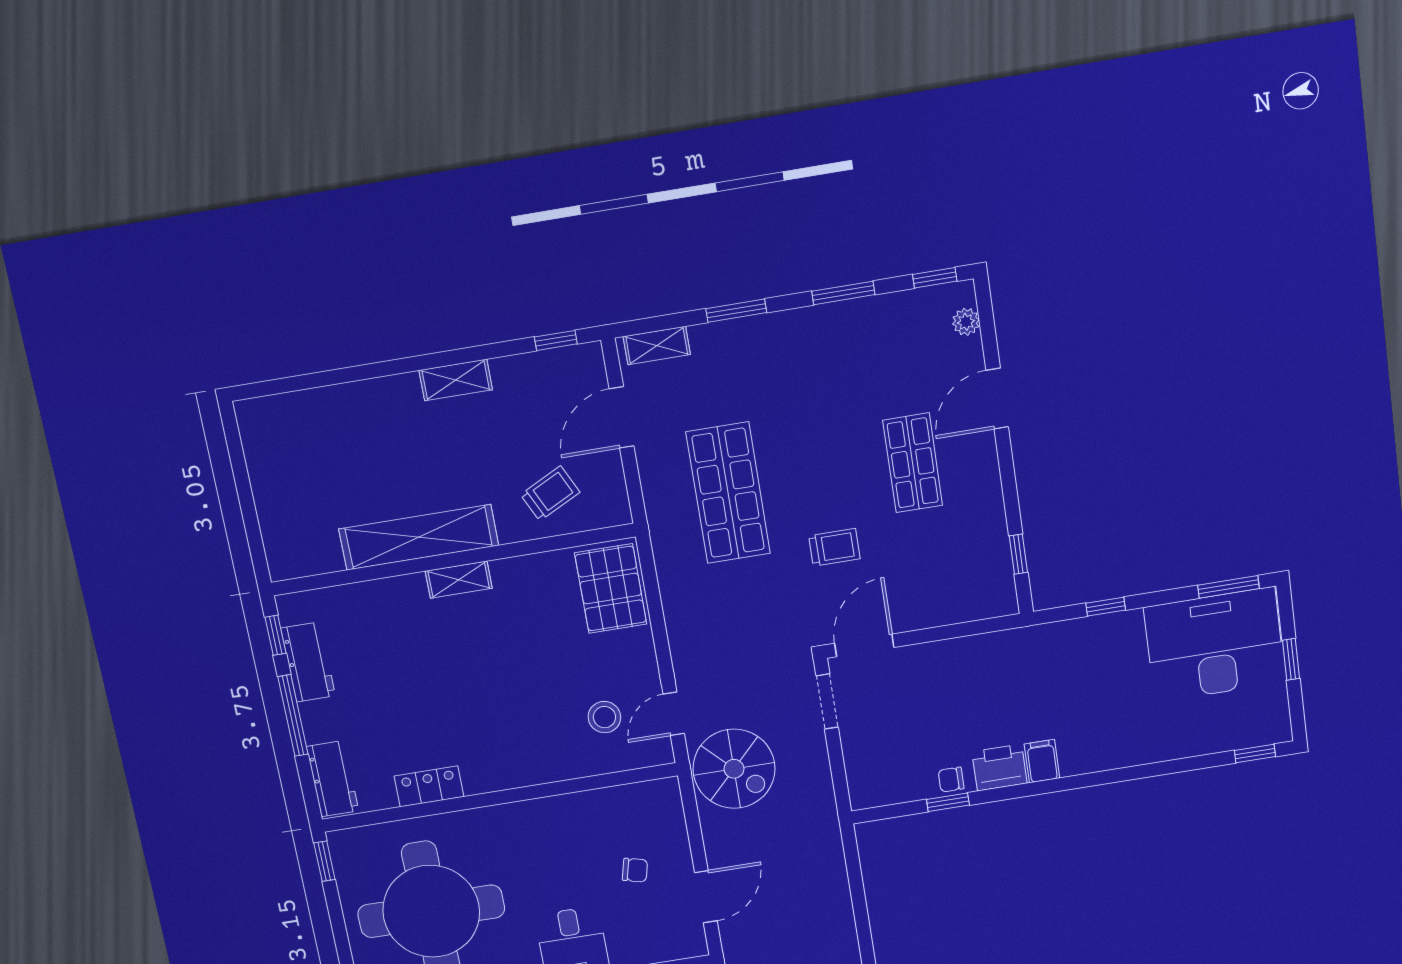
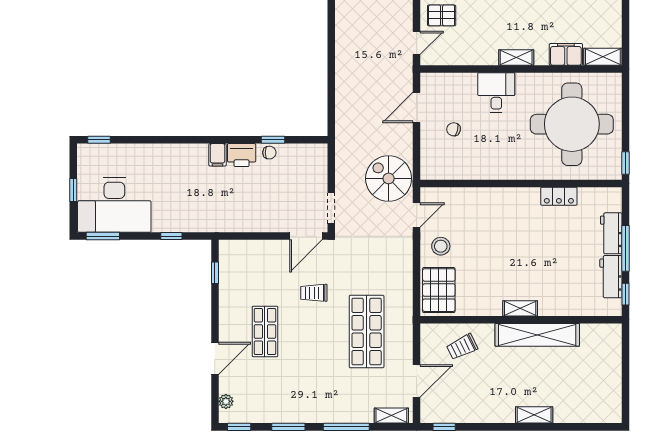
window: (736, 311) -> (346, 427), width x1.44
shelving: (456, 380) -> (534, 415), moved
stool: (604, 717) -> (441, 246), moved
workbench: (333, 779) -> (611, 233), moved

